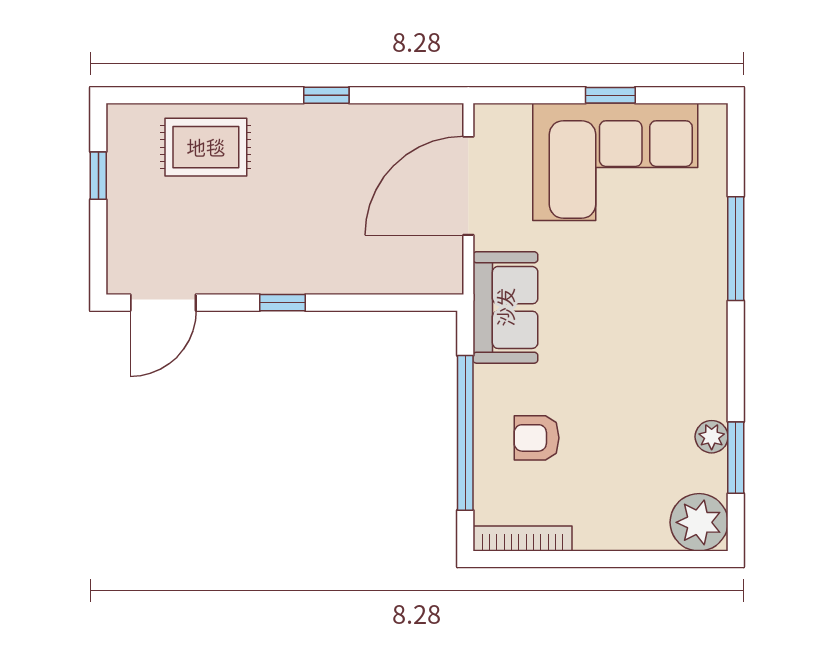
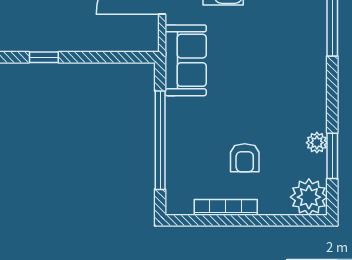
armchair: (537, 438) -> (245, 158), moved, turned -90
bookcase: (523, 538) -> (226, 207), moved

